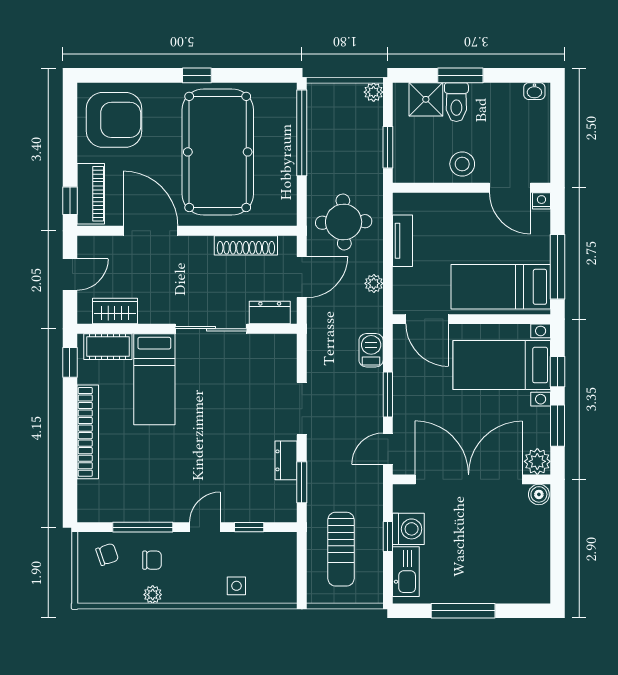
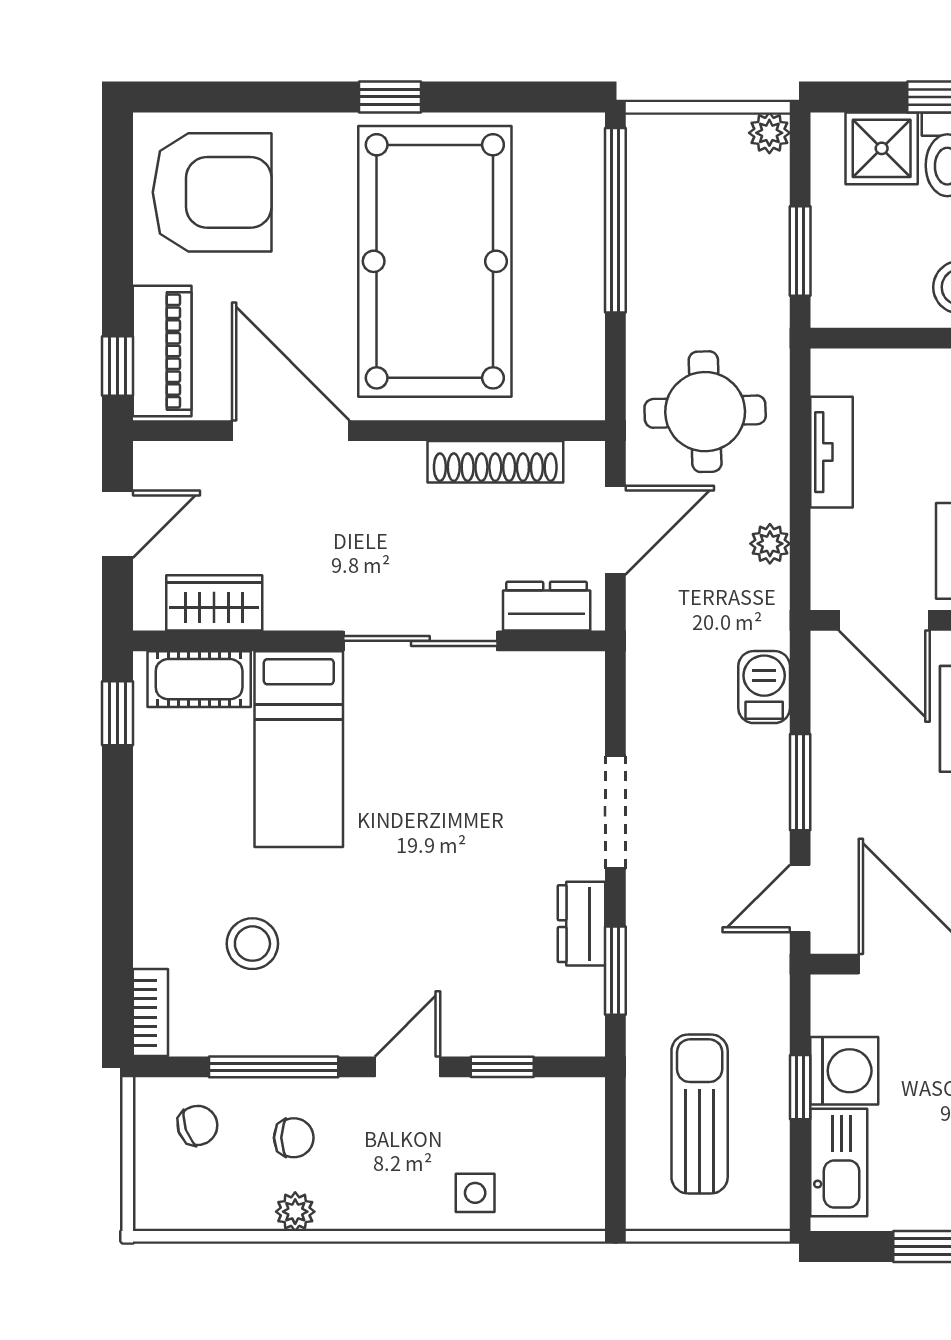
bookcase: (88, 432) -> (150, 1013), moved, width x0.43, depth x0.76
stool: (133, 470) -> (252, 944), added
sun lounger: (341, 549) -> (700, 1114), turned 180

